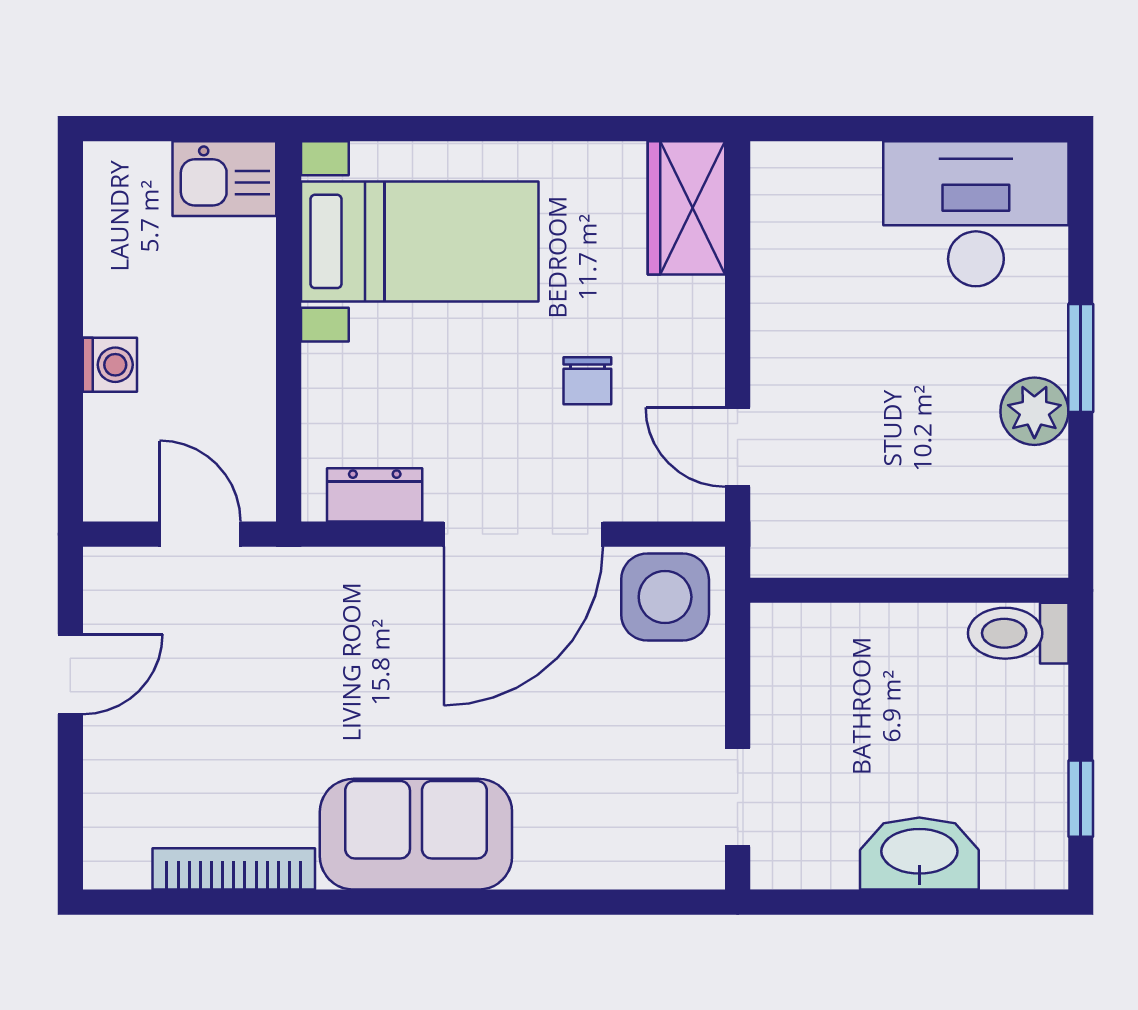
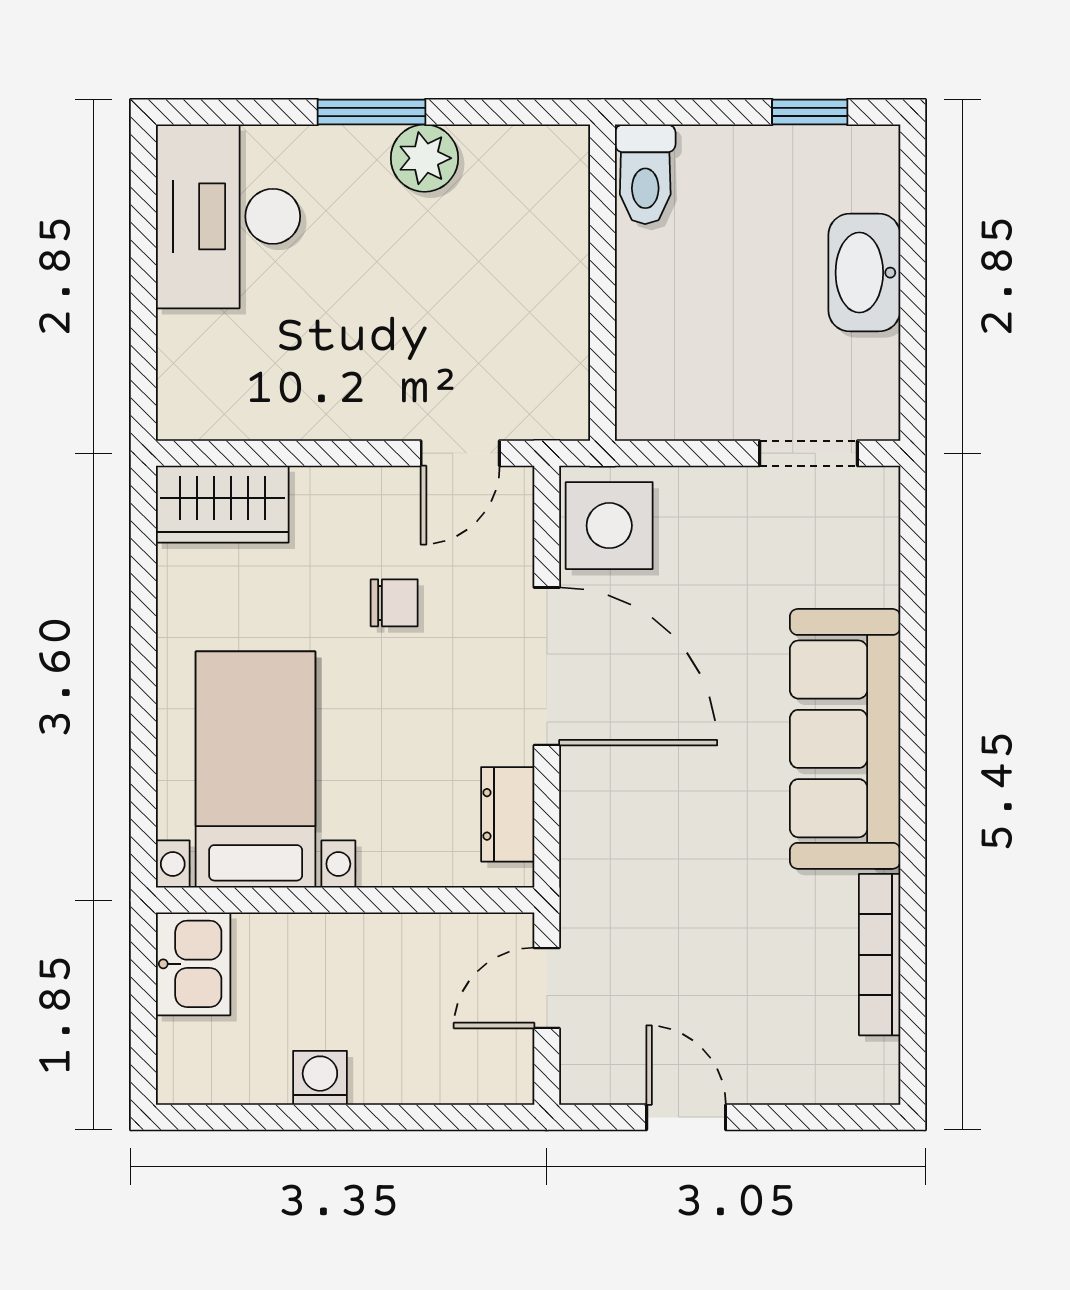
washing machine: (110, 365) -> (320, 1078), moved
sofa: (416, 834) -> (845, 739), width x1.36

